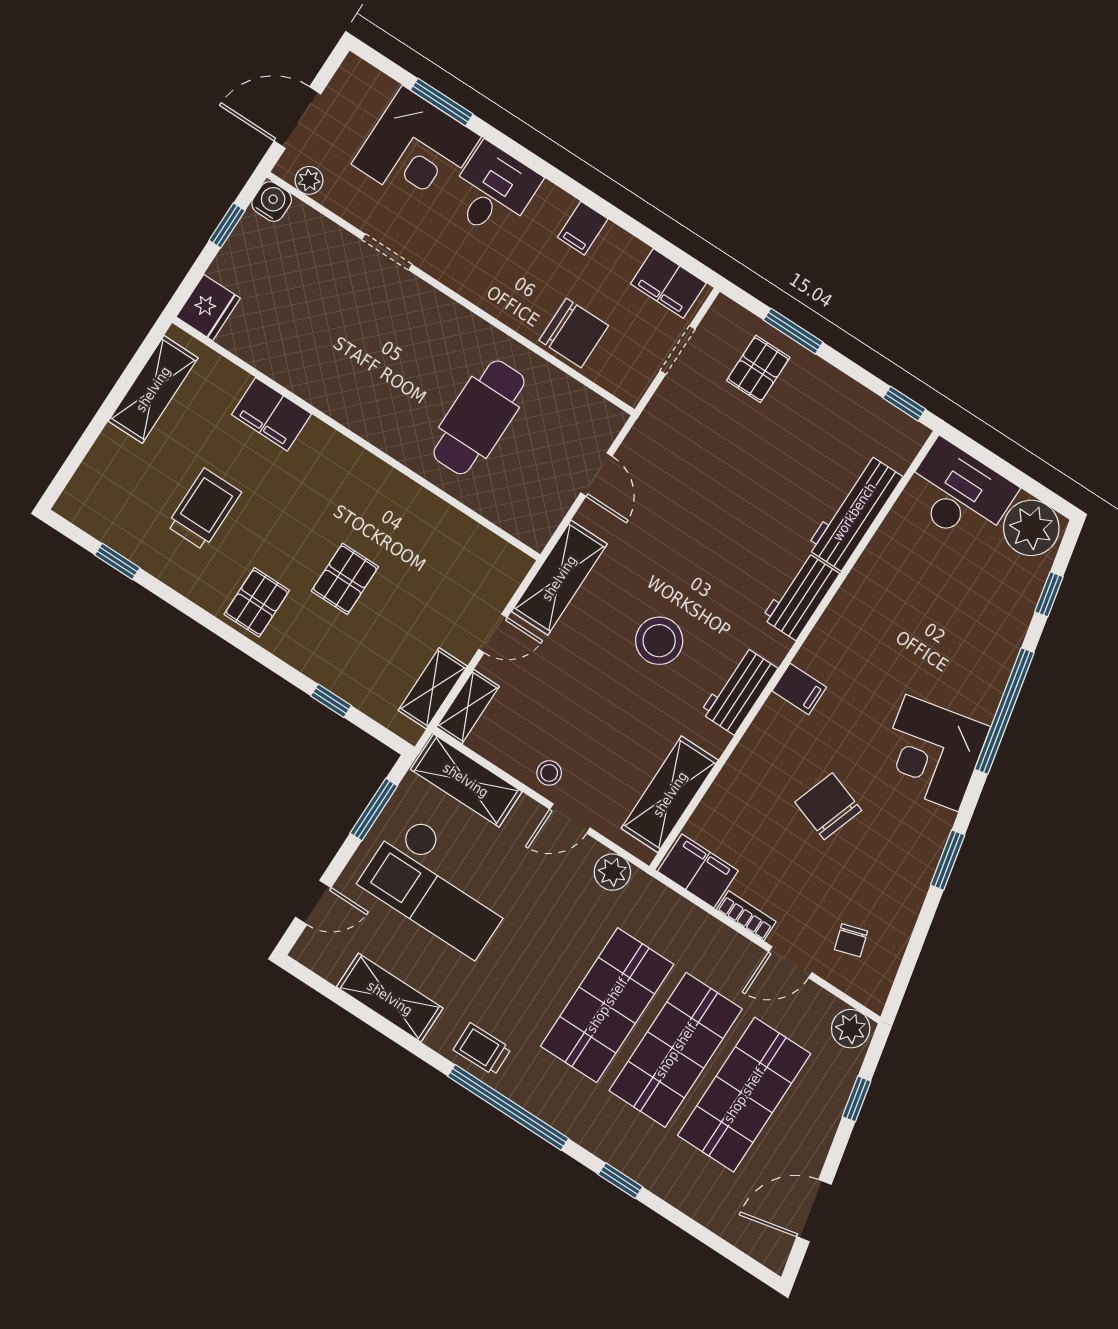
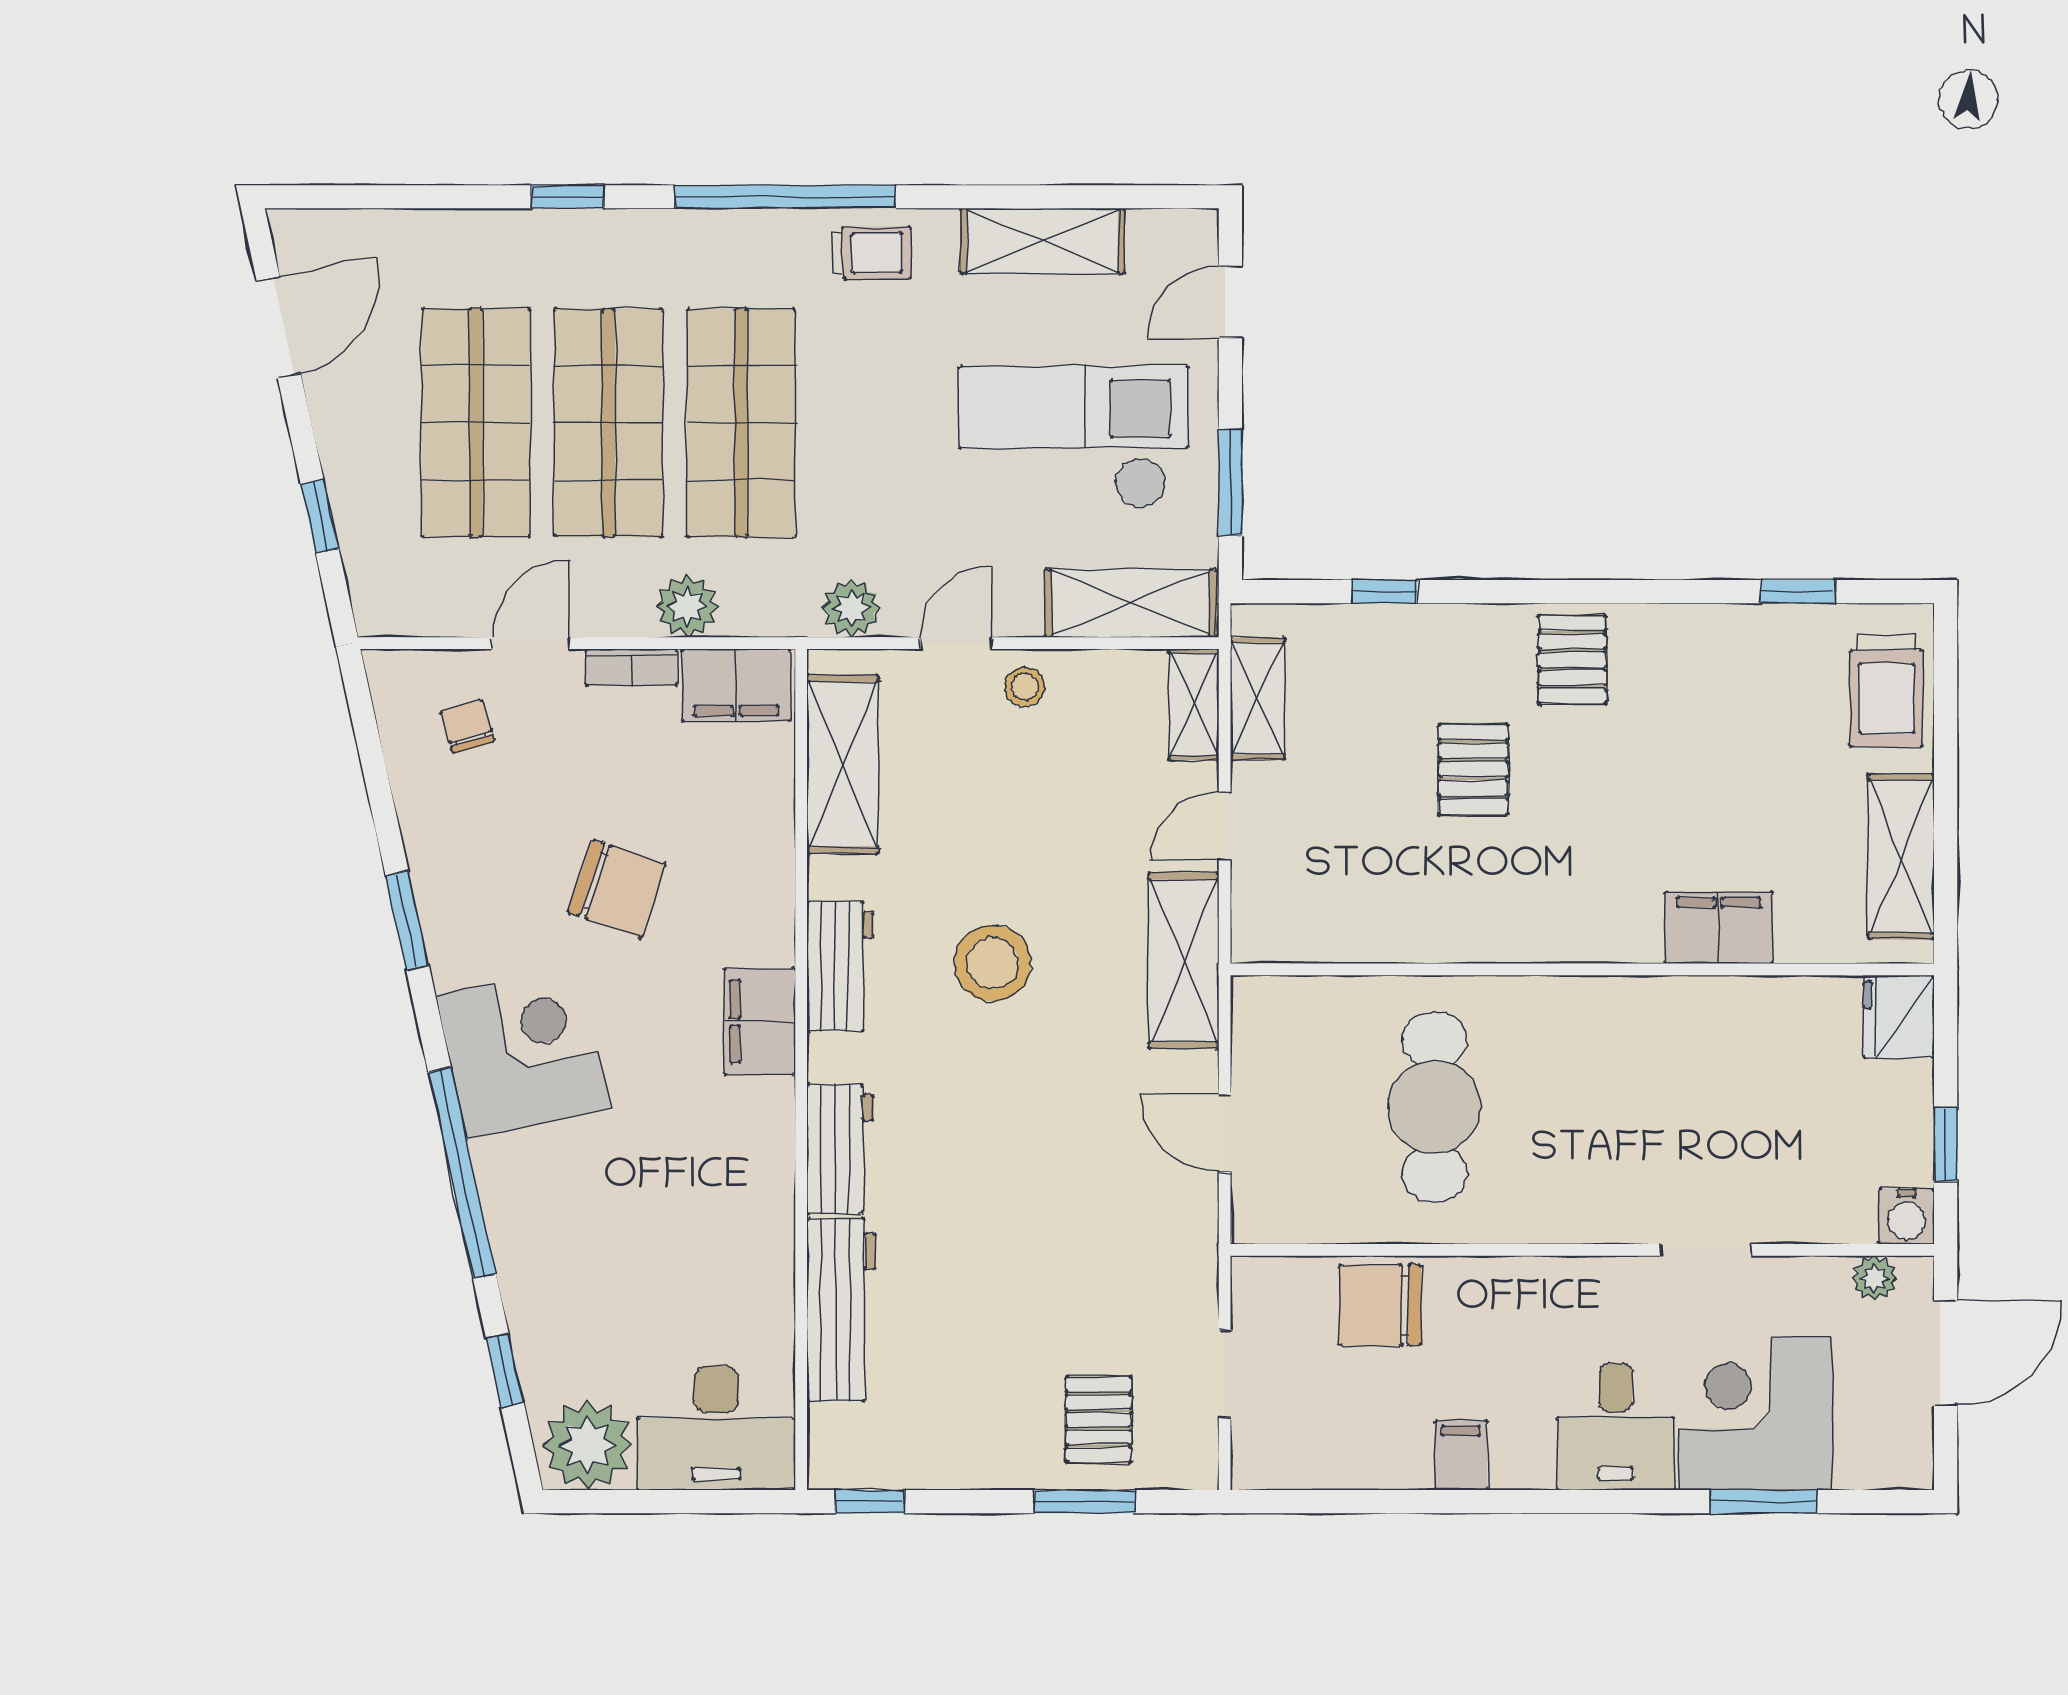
filing cabinet: (668, 283) -> (1296, 1456), removed
trolley: (204, 509) -> (1887, 691), moved
filing cabinet: (799, 689) -> (760, 1022), width x2.00
plant: (851, 1029) -> (687, 606), moved

